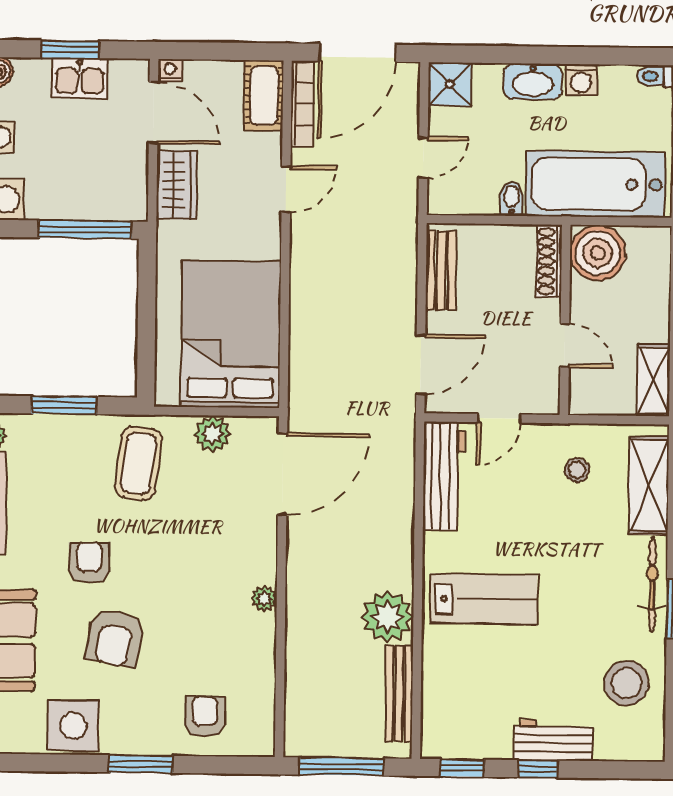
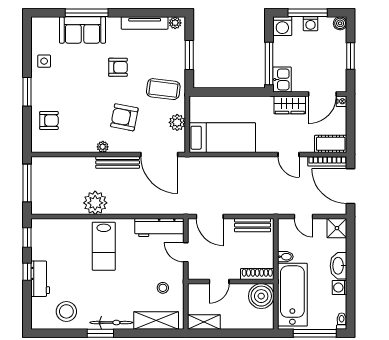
kitchen sink: (80, 78) -> (282, 79), moved, turned 180
bed: (231, 334) -> (222, 138), width x0.67
armchair: (115, 638) -> (124, 117), moved
bench: (399, 694) -> (118, 162), moved
side table: (74, 726) -> (44, 61), width x0.54, depth x0.54

